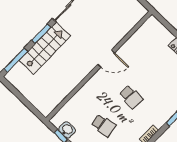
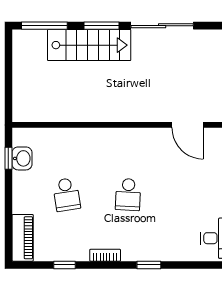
door: (106, 59) -> (188, 125), moved

